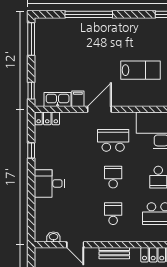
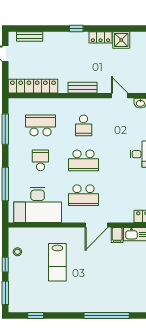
lab bench: (140, 70) -> (57, 262), turned -90
school desk: (113, 177) -> (84, 160), width x1.85

